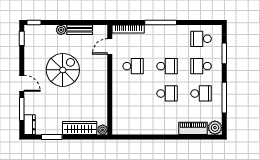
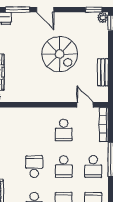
plant: (61, 30) -> (103, 18), moved
school desk: (167, 39) -> (93, 167), added
door: (22, 83) -> (45, 10), hinge flipped
school desk: (167, 93) -> (34, 167), turned 180

